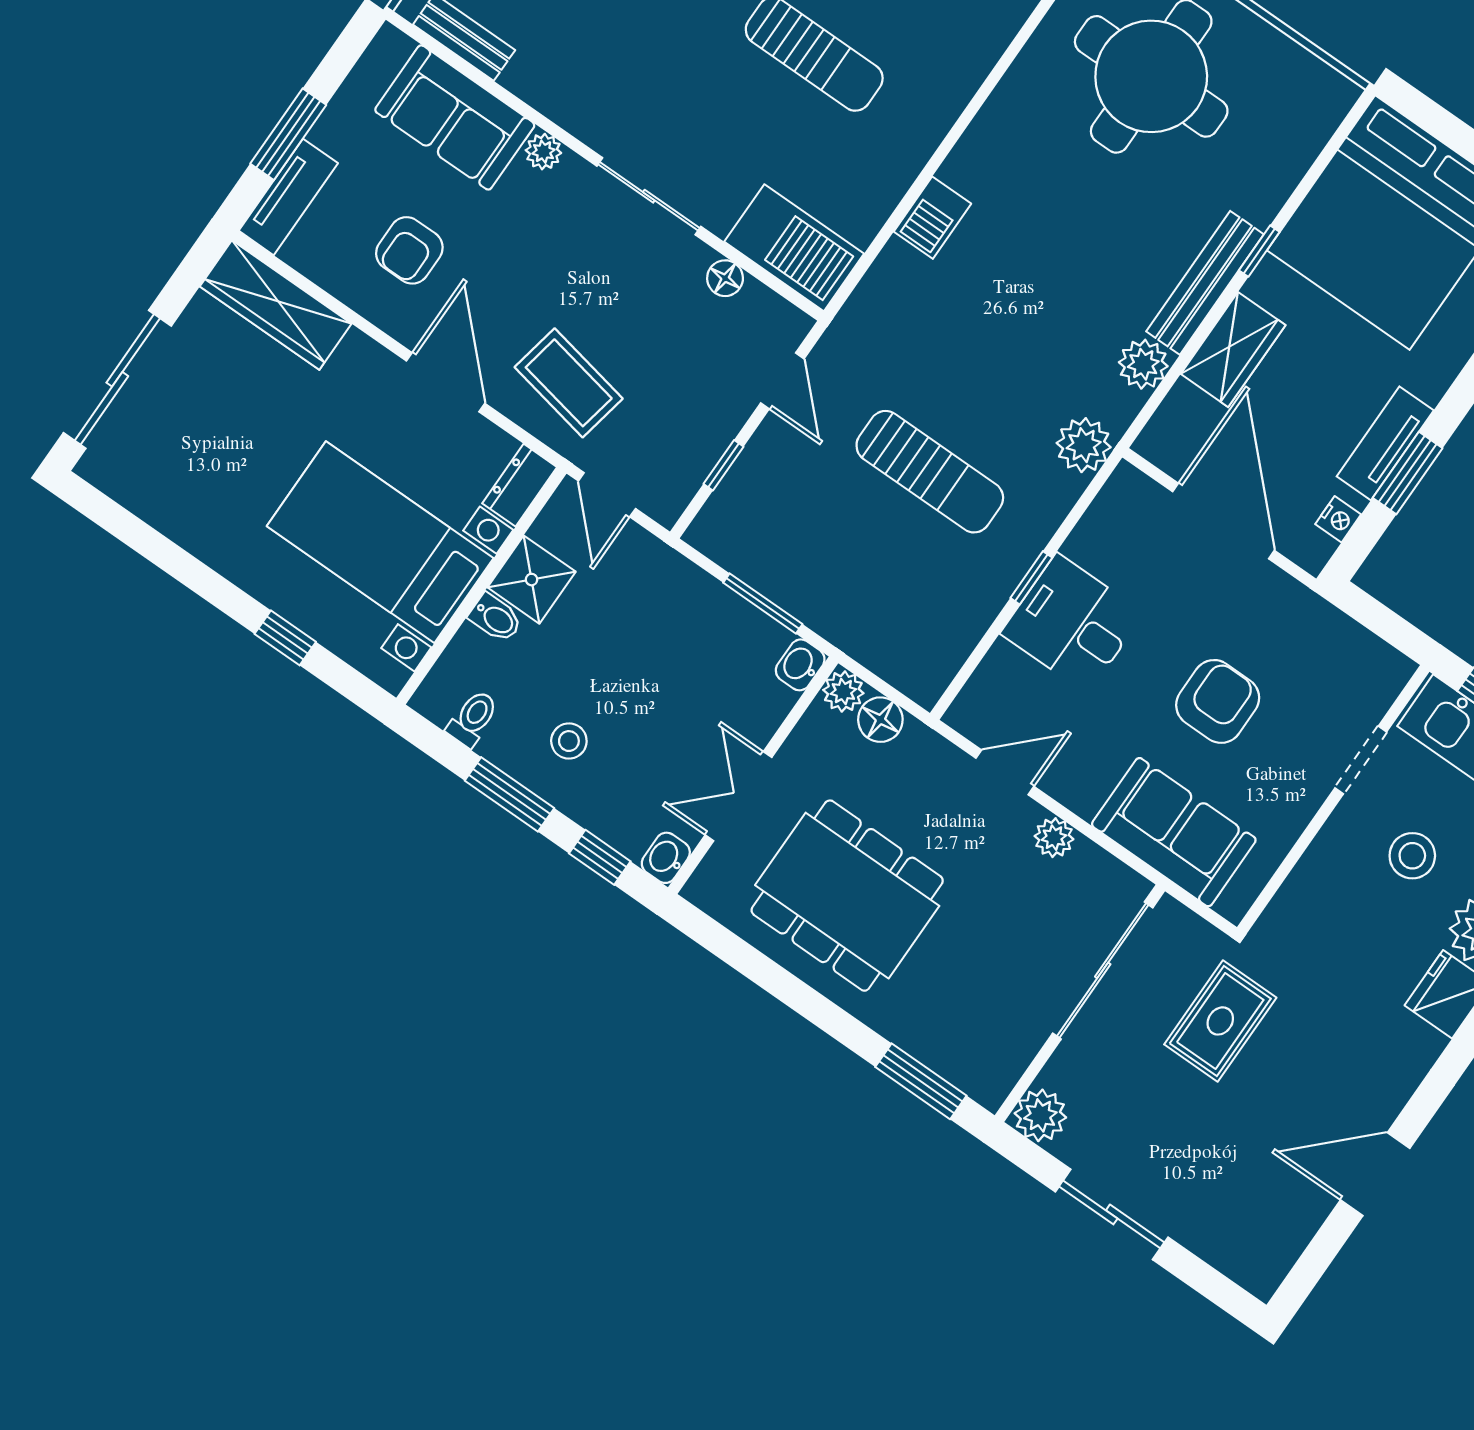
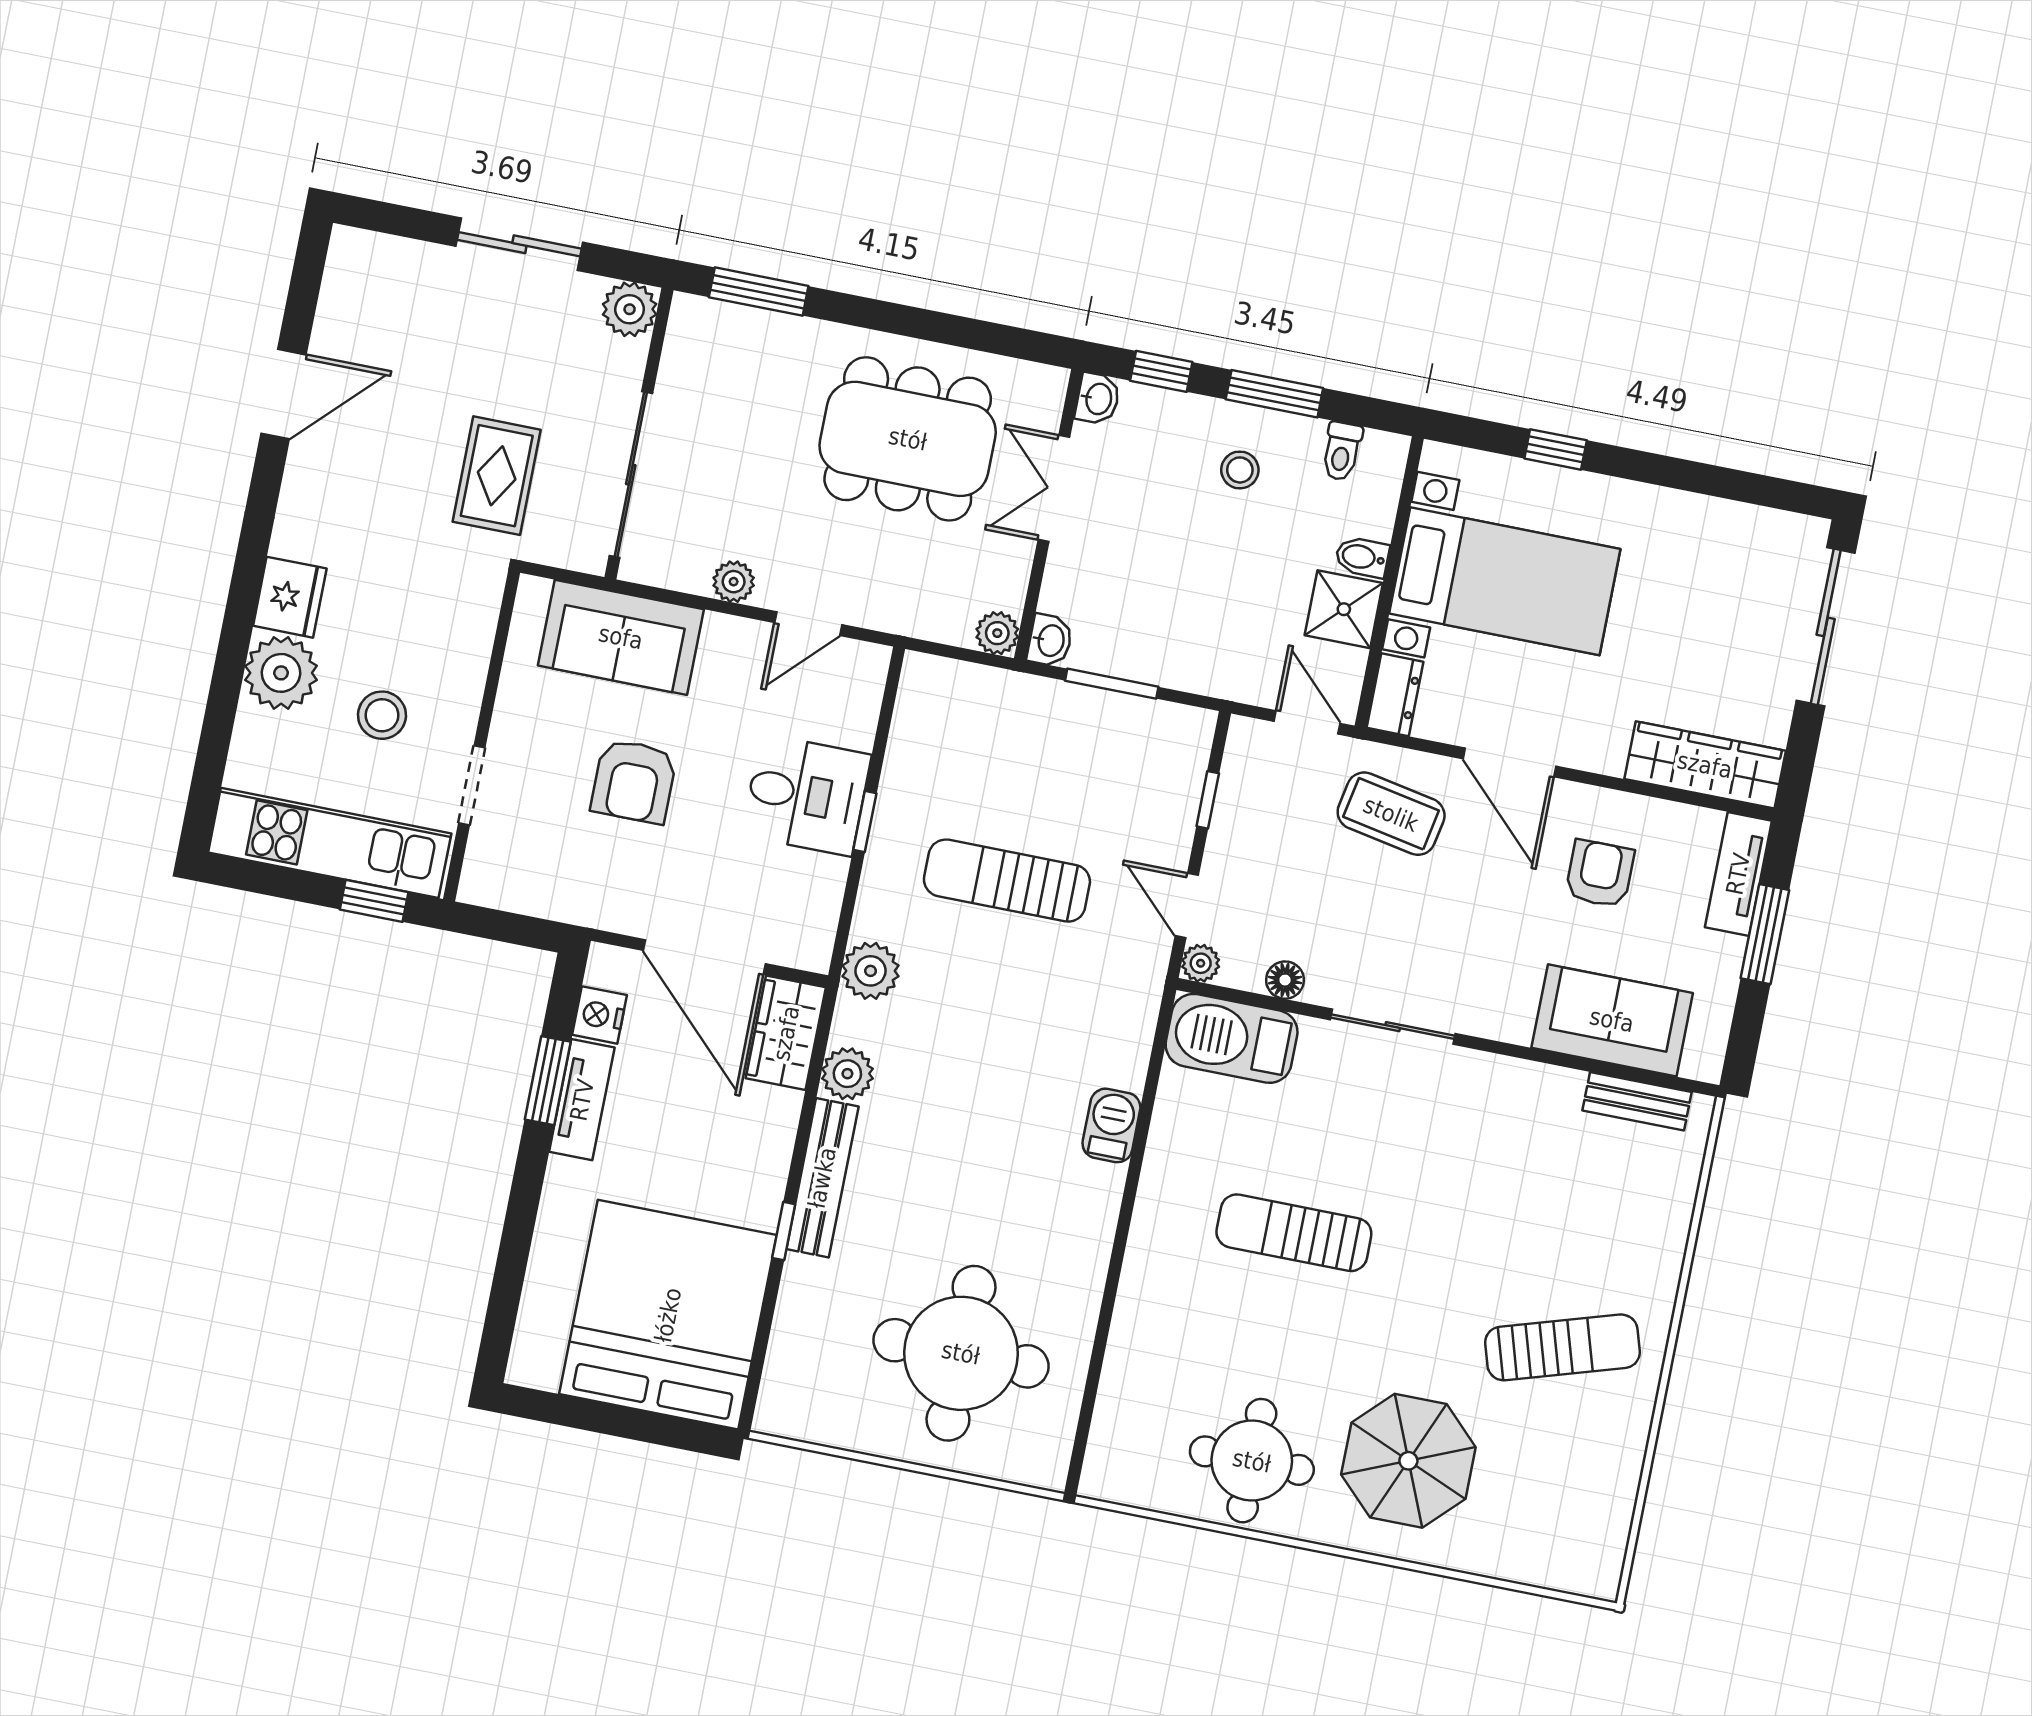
plant: (543, 152) -> (1201, 963), moved
wardrobe: (1233, 349) -> (786, 1033), moved
nightstand: (1338, 519) -> (600, 1015), width x1.39, depth x1.35
floor lamp: (880, 720) -> (950, 622), removed
double door: (738, 796) -> (1054, 488), swing flipped

